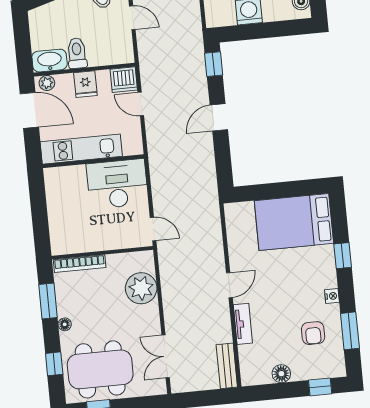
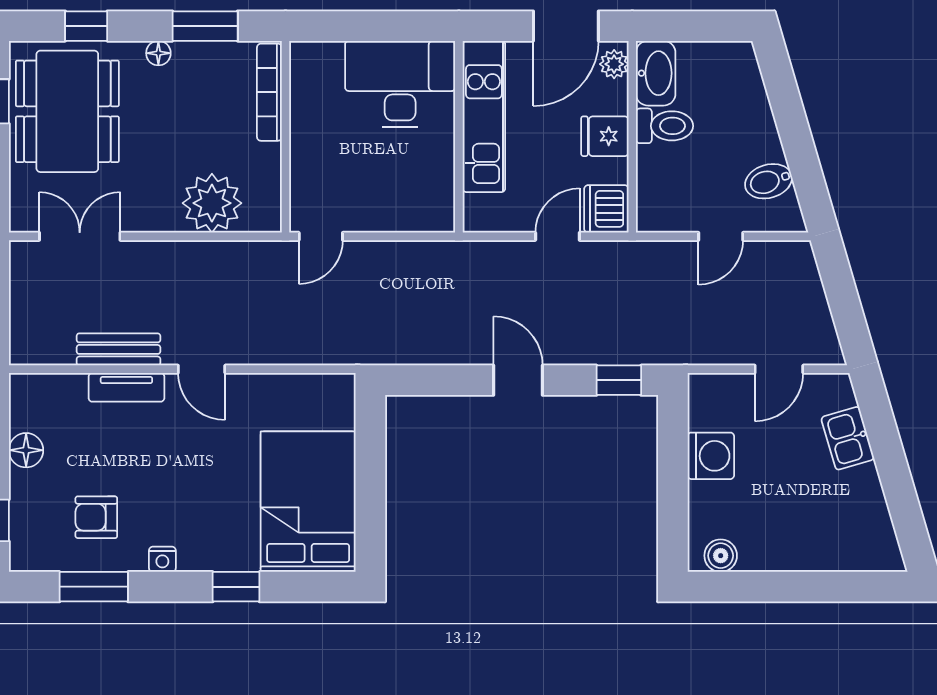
desk: (117, 184) -> (400, 84), moved, turned -90
bench: (227, 366) -> (118, 349), moved

